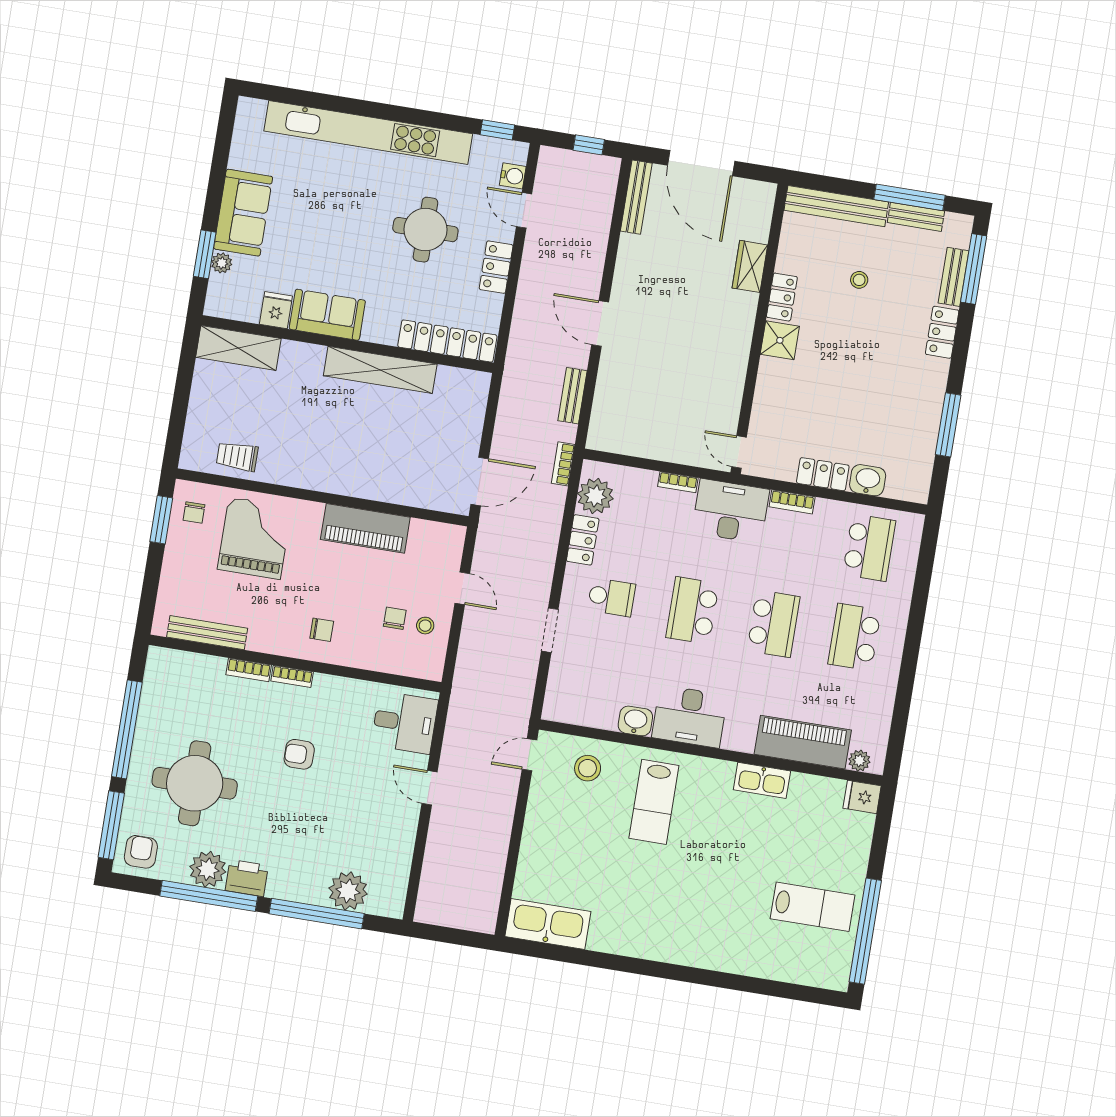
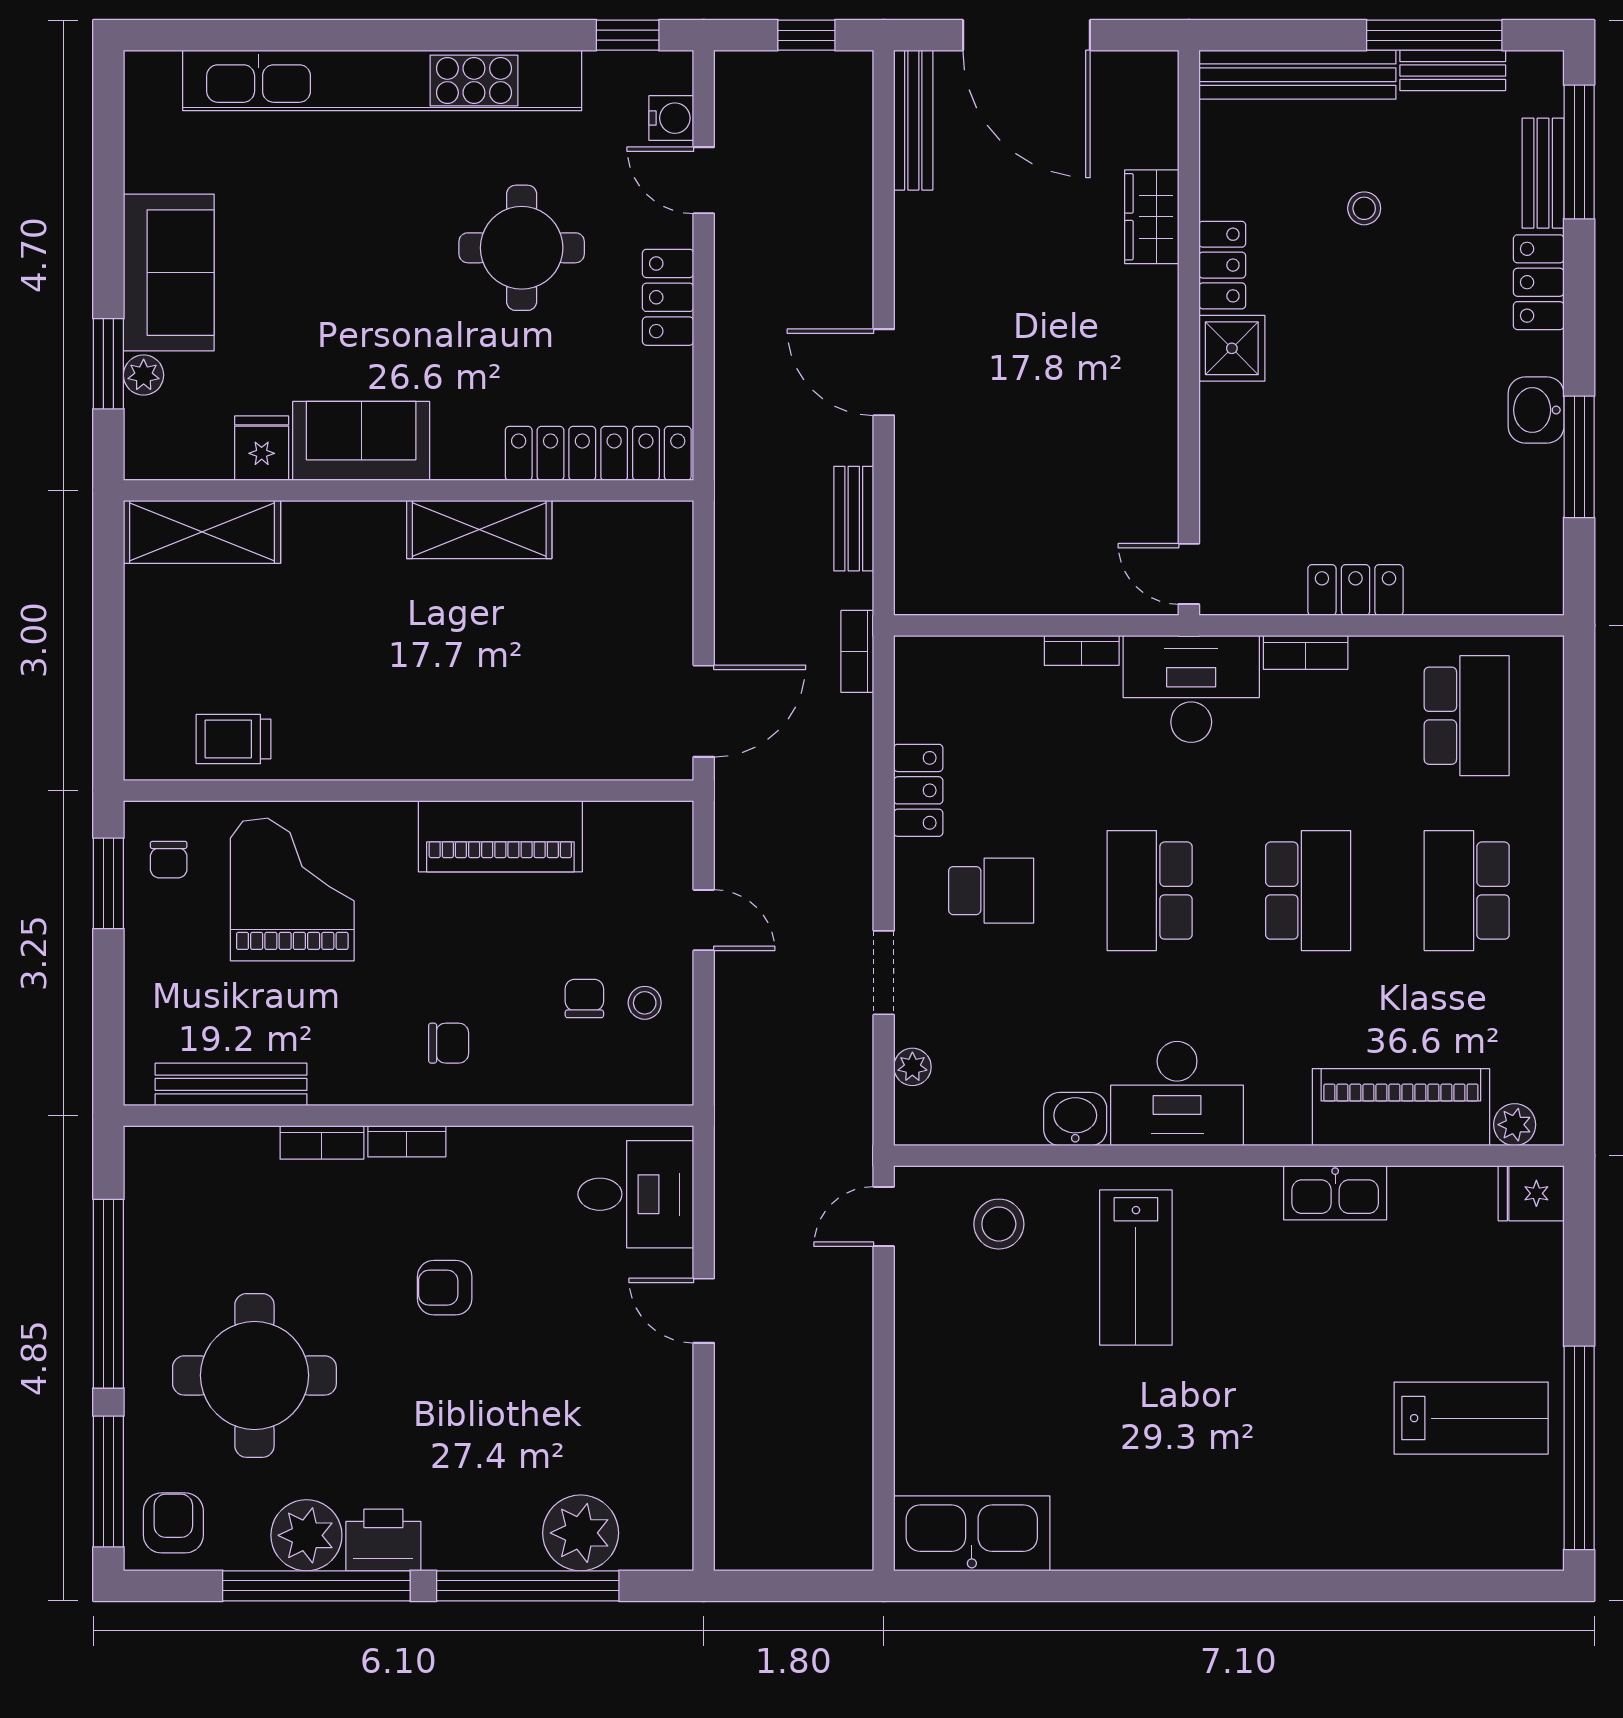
shelving: (380, 370) -> (479, 529), width x0.68
washbasin: (868, 480) -> (1536, 410), moved, turned -90
plant: (595, 496) -> (912, 1067), moved, width x0.53, depth x0.53

